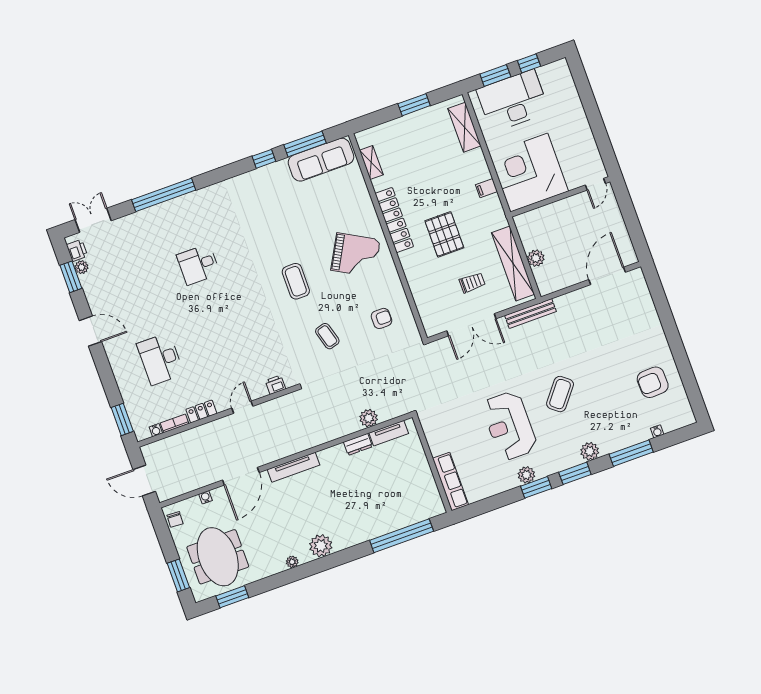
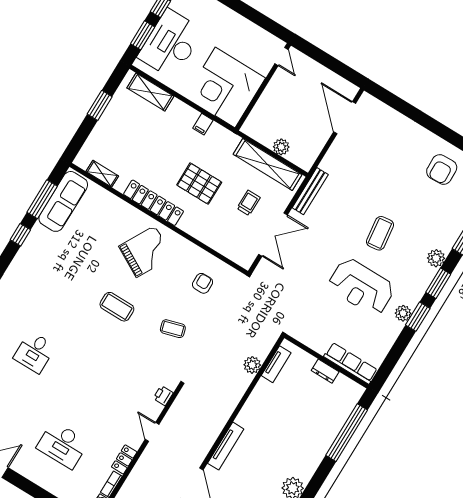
coffee table: (560, 394) -> (380, 233), turned 44
dresser: (358, 444) -> (325, 371), moved, turned 90

